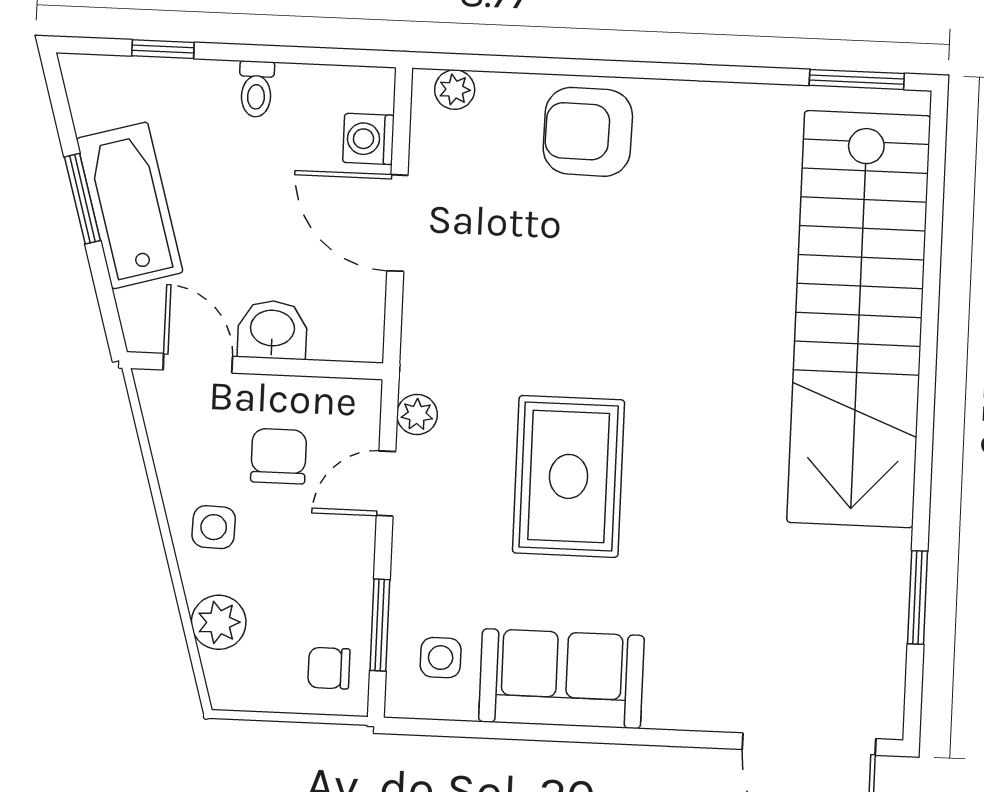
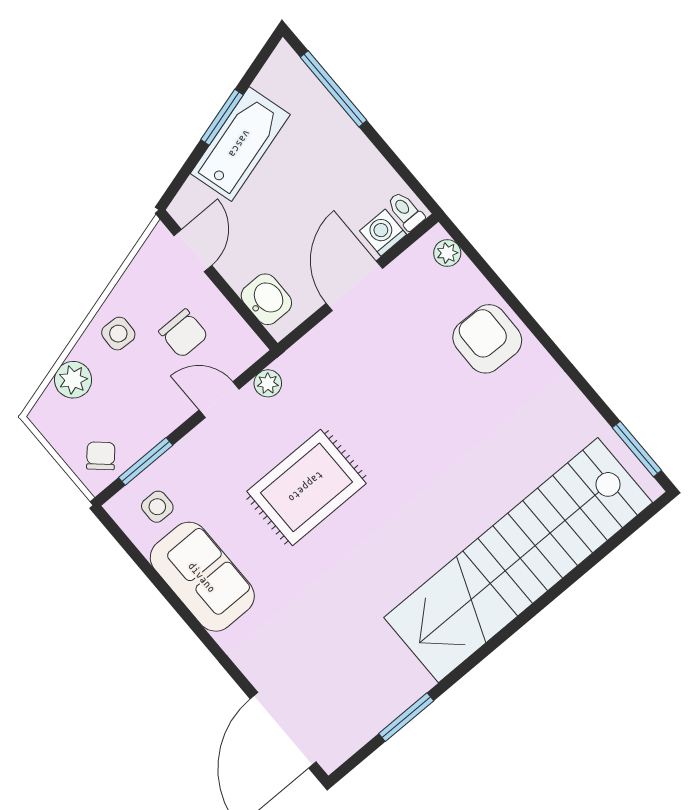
window: (163, 49) -> (334, 89), width x2.17
toilet: (256, 89) -> (406, 211), moved, turned 90
washbasin: (272, 330) -> (266, 299), moved
chair: (279, 456) -> (183, 333), turned 90
chair: (329, 668) -> (101, 456), turned 42

